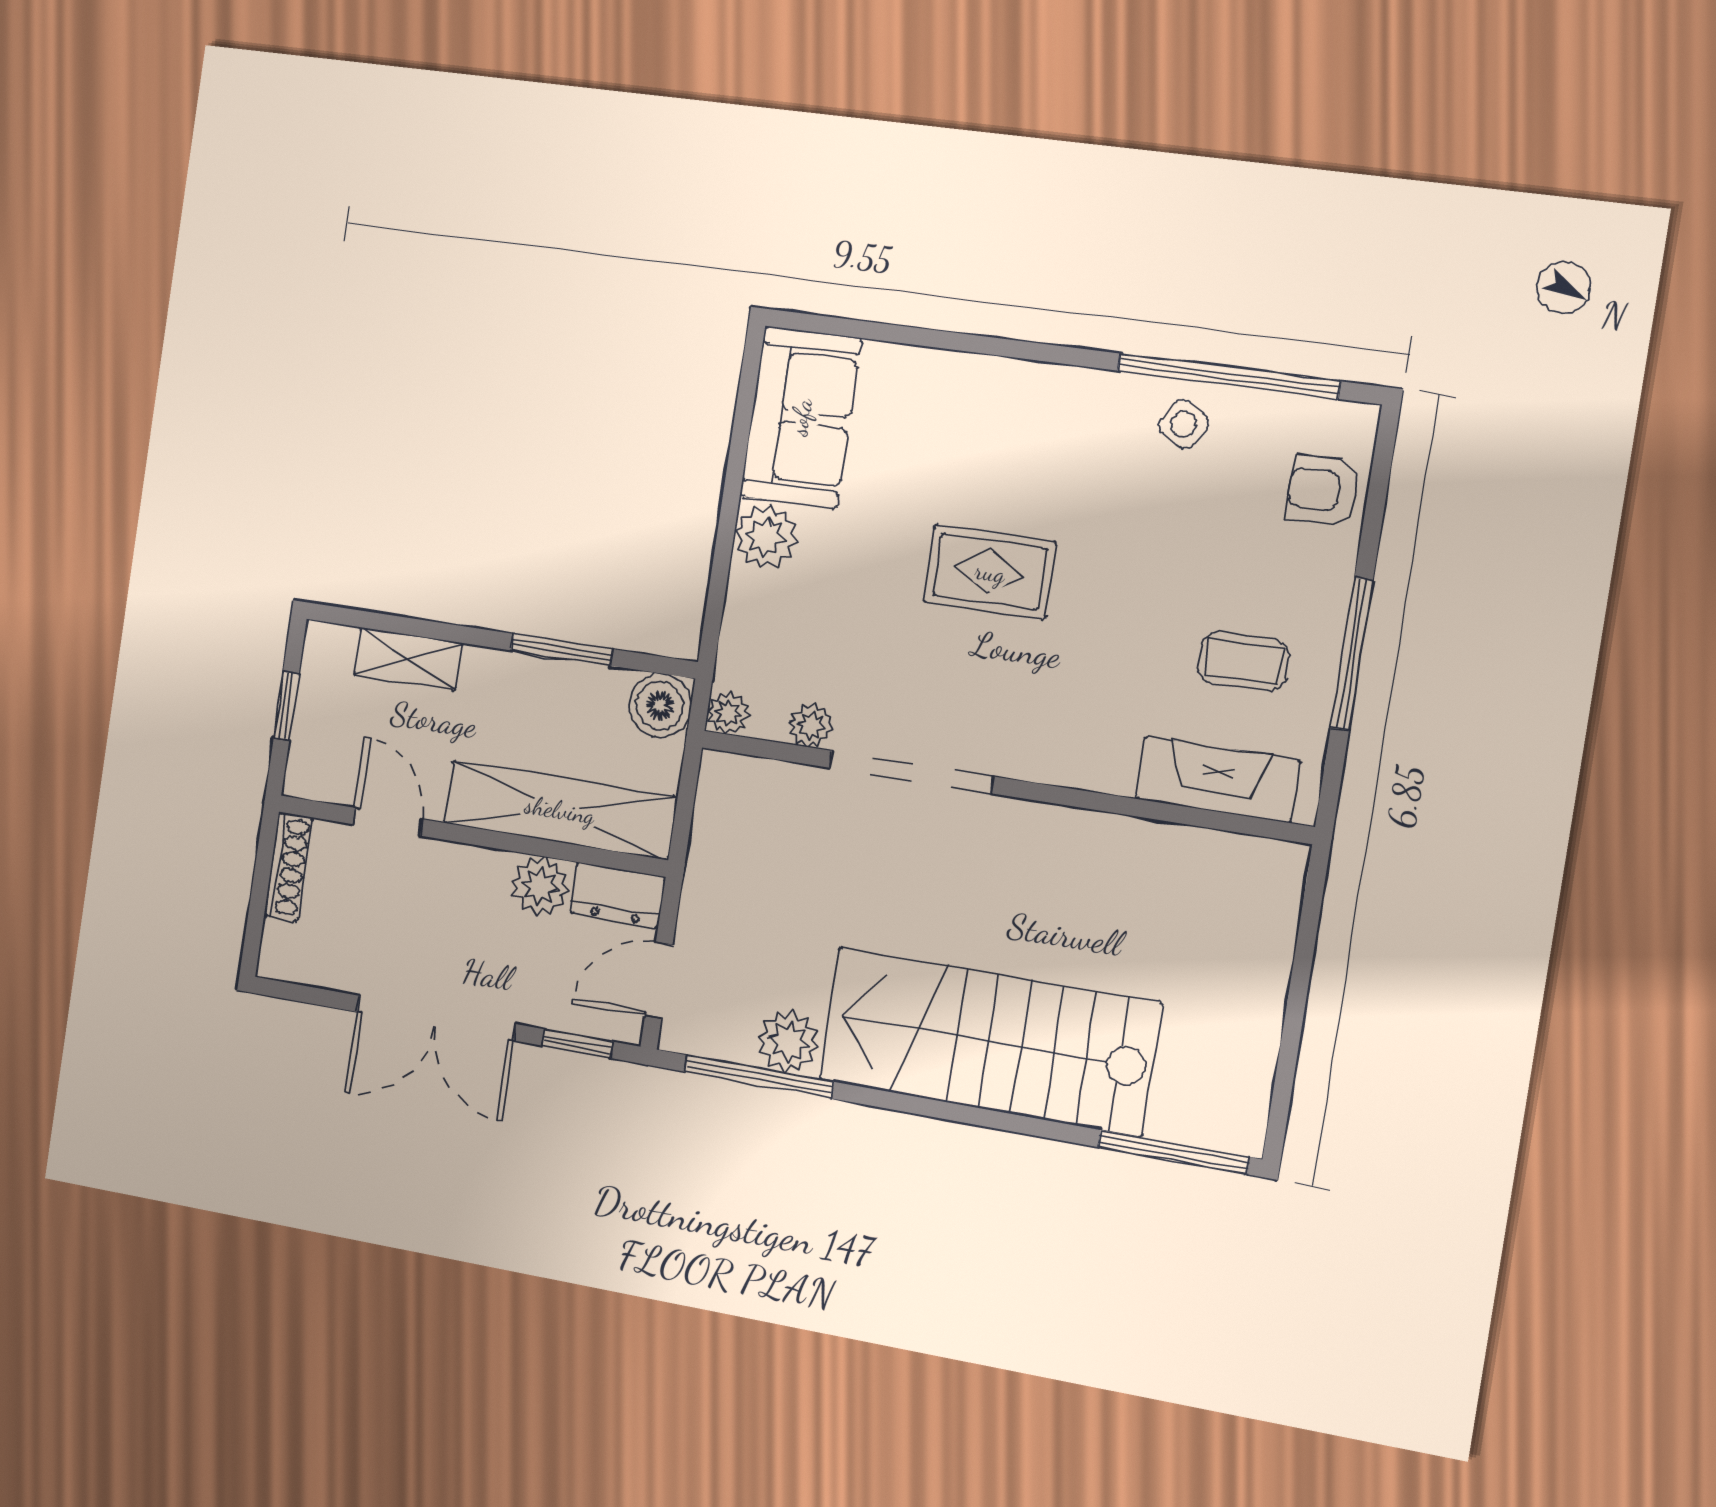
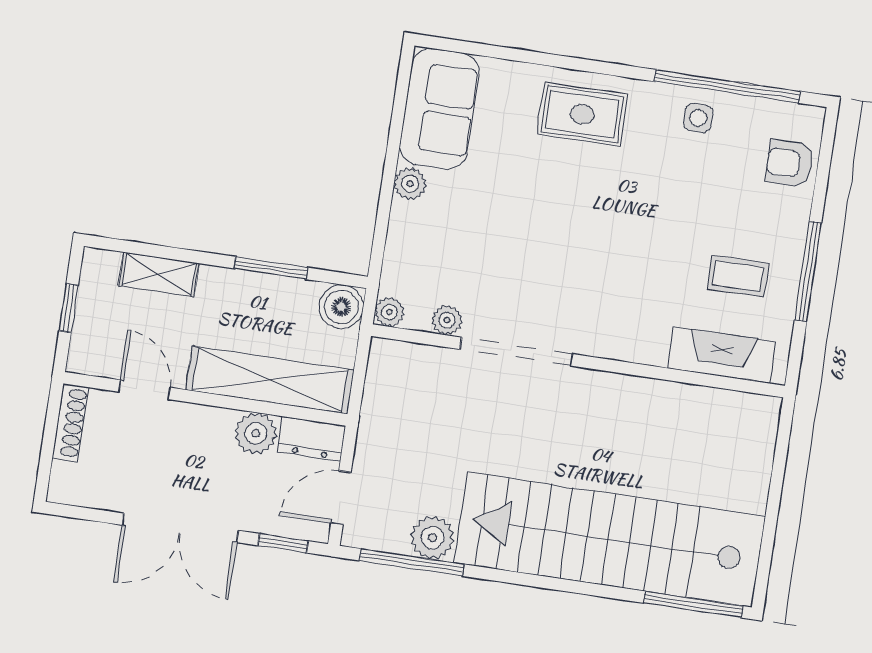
side table: (1184, 424) -> (698, 118), turned -31
plant: (766, 537) -> (410, 184), width x0.73, depth x0.73
rug: (990, 572) -> (582, 114), moved
stairs: (989, 1041) -> (610, 540), width x1.36

